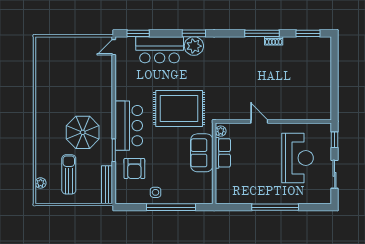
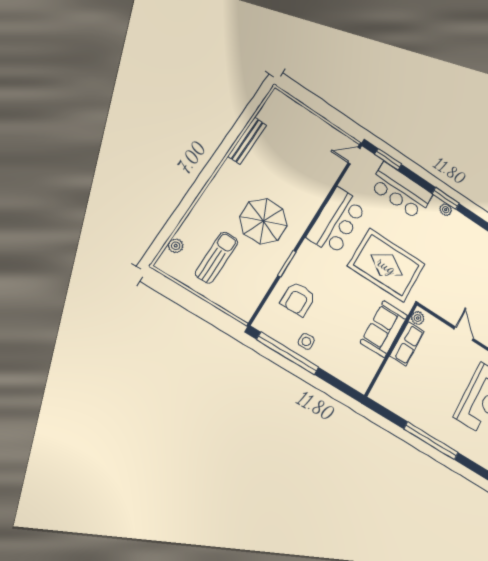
plant: (194, 46) -> (446, 210), width x0.53, depth x0.53
bar counter: (129, 126) -> (337, 221), moved
bench: (107, 185) -> (247, 141), moved
window: (171, 207) -> (288, 353), moved

